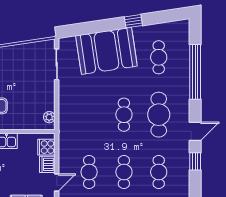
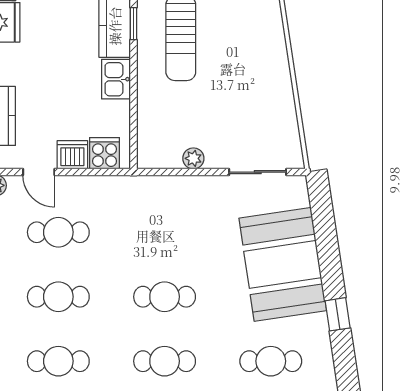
cafe table: (159, 115) -> (165, 361), width x0.73, depth x0.74
plant: (49, 117) -> (193, 158), moved

